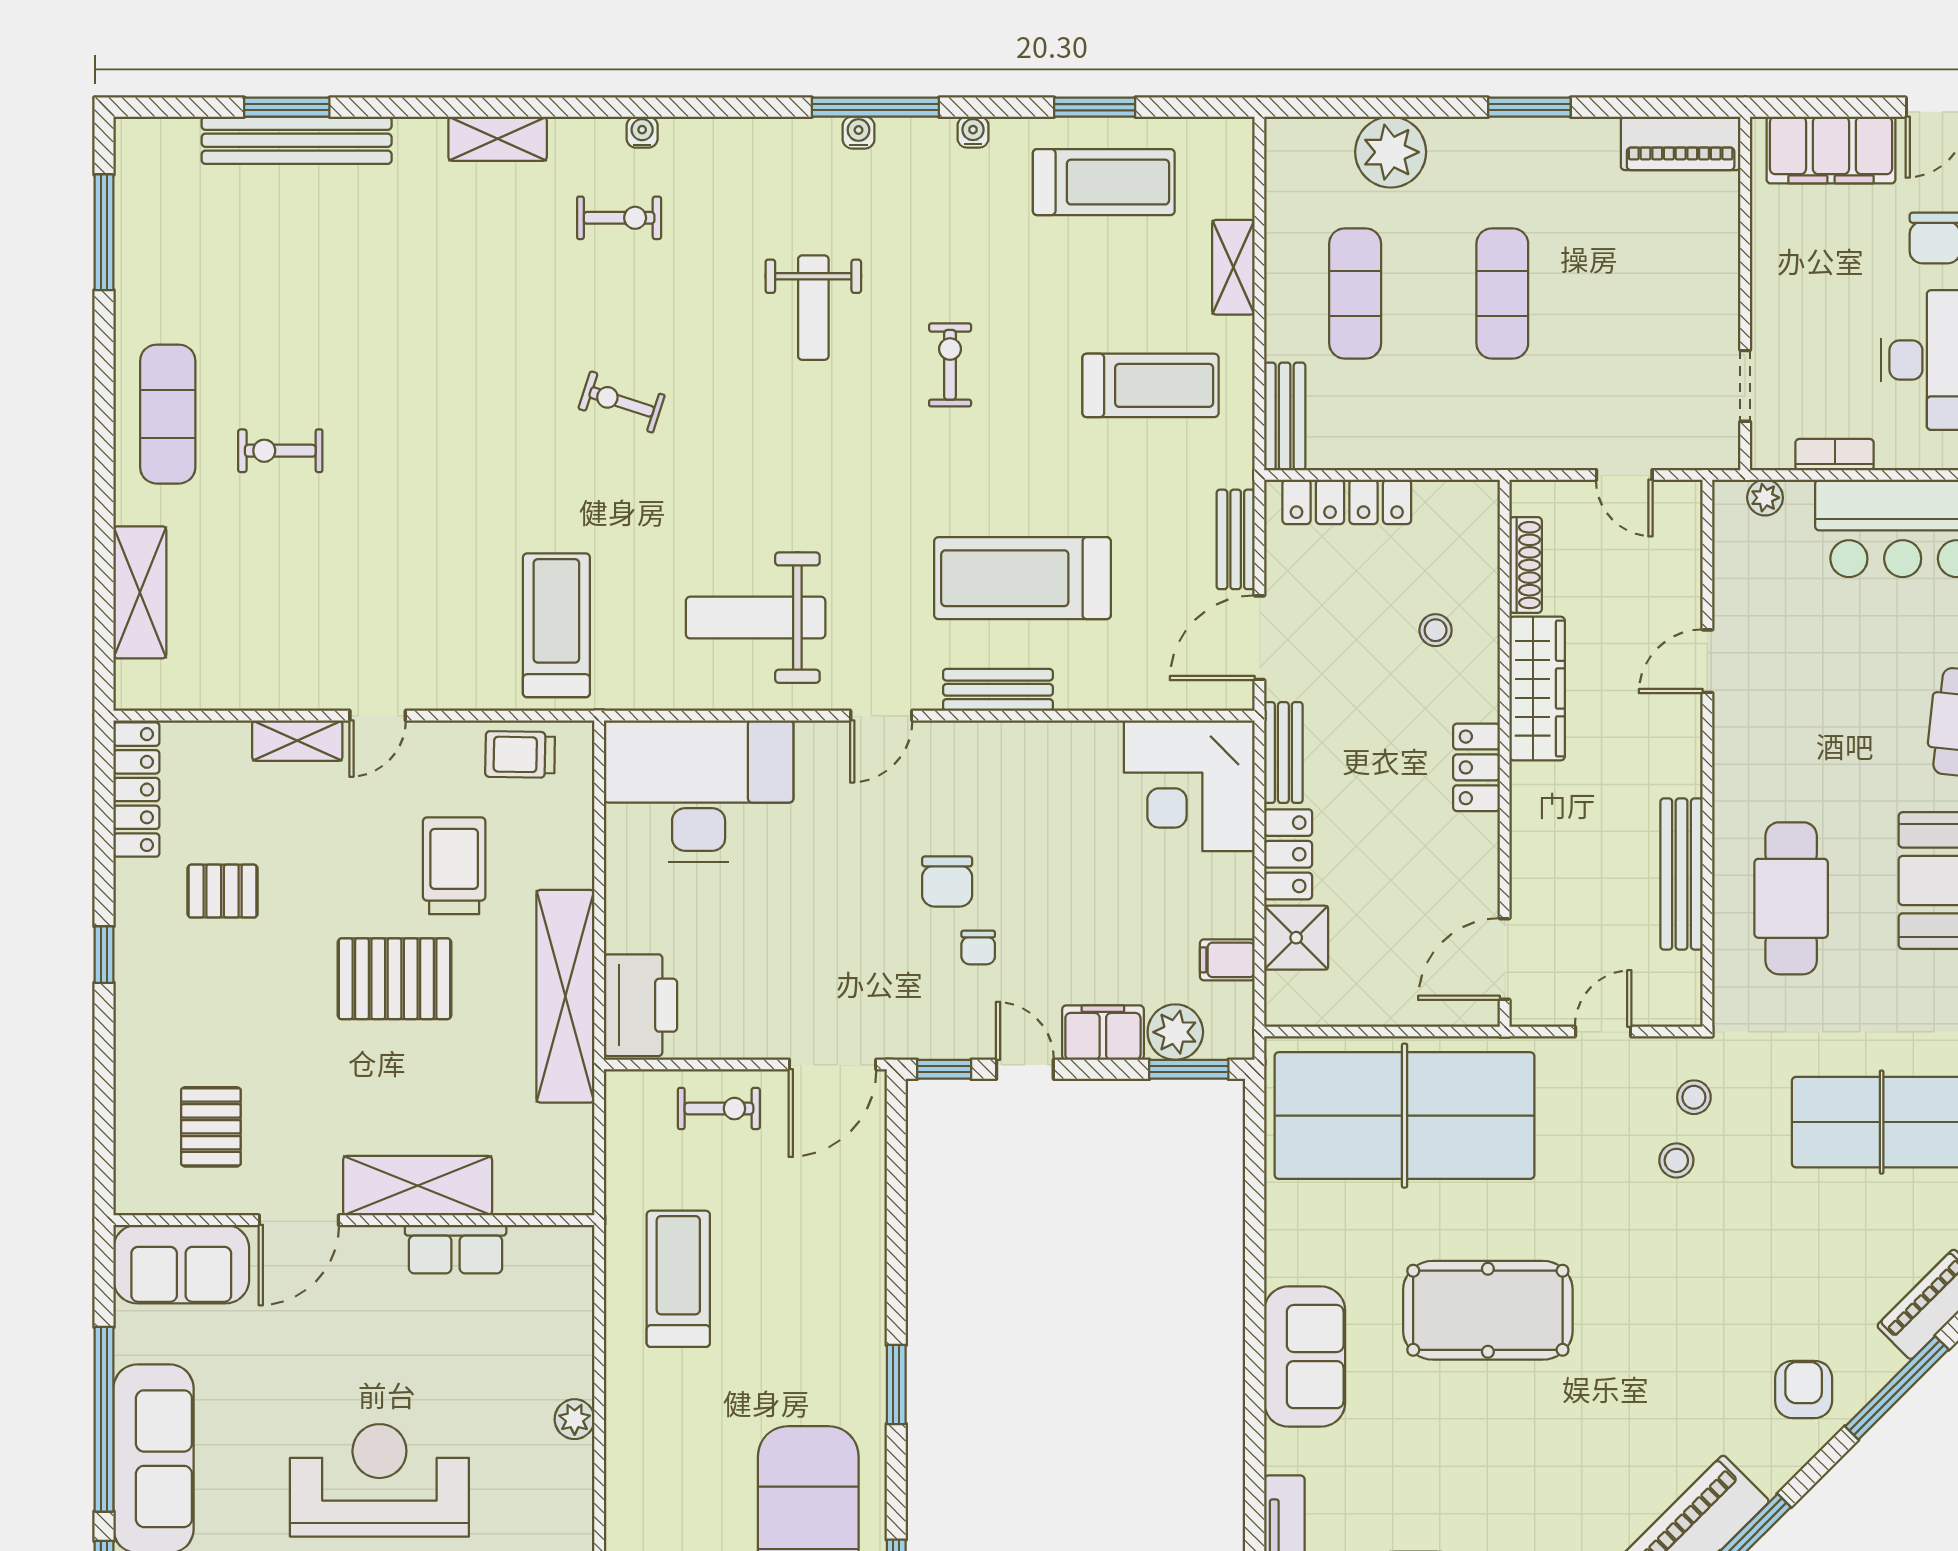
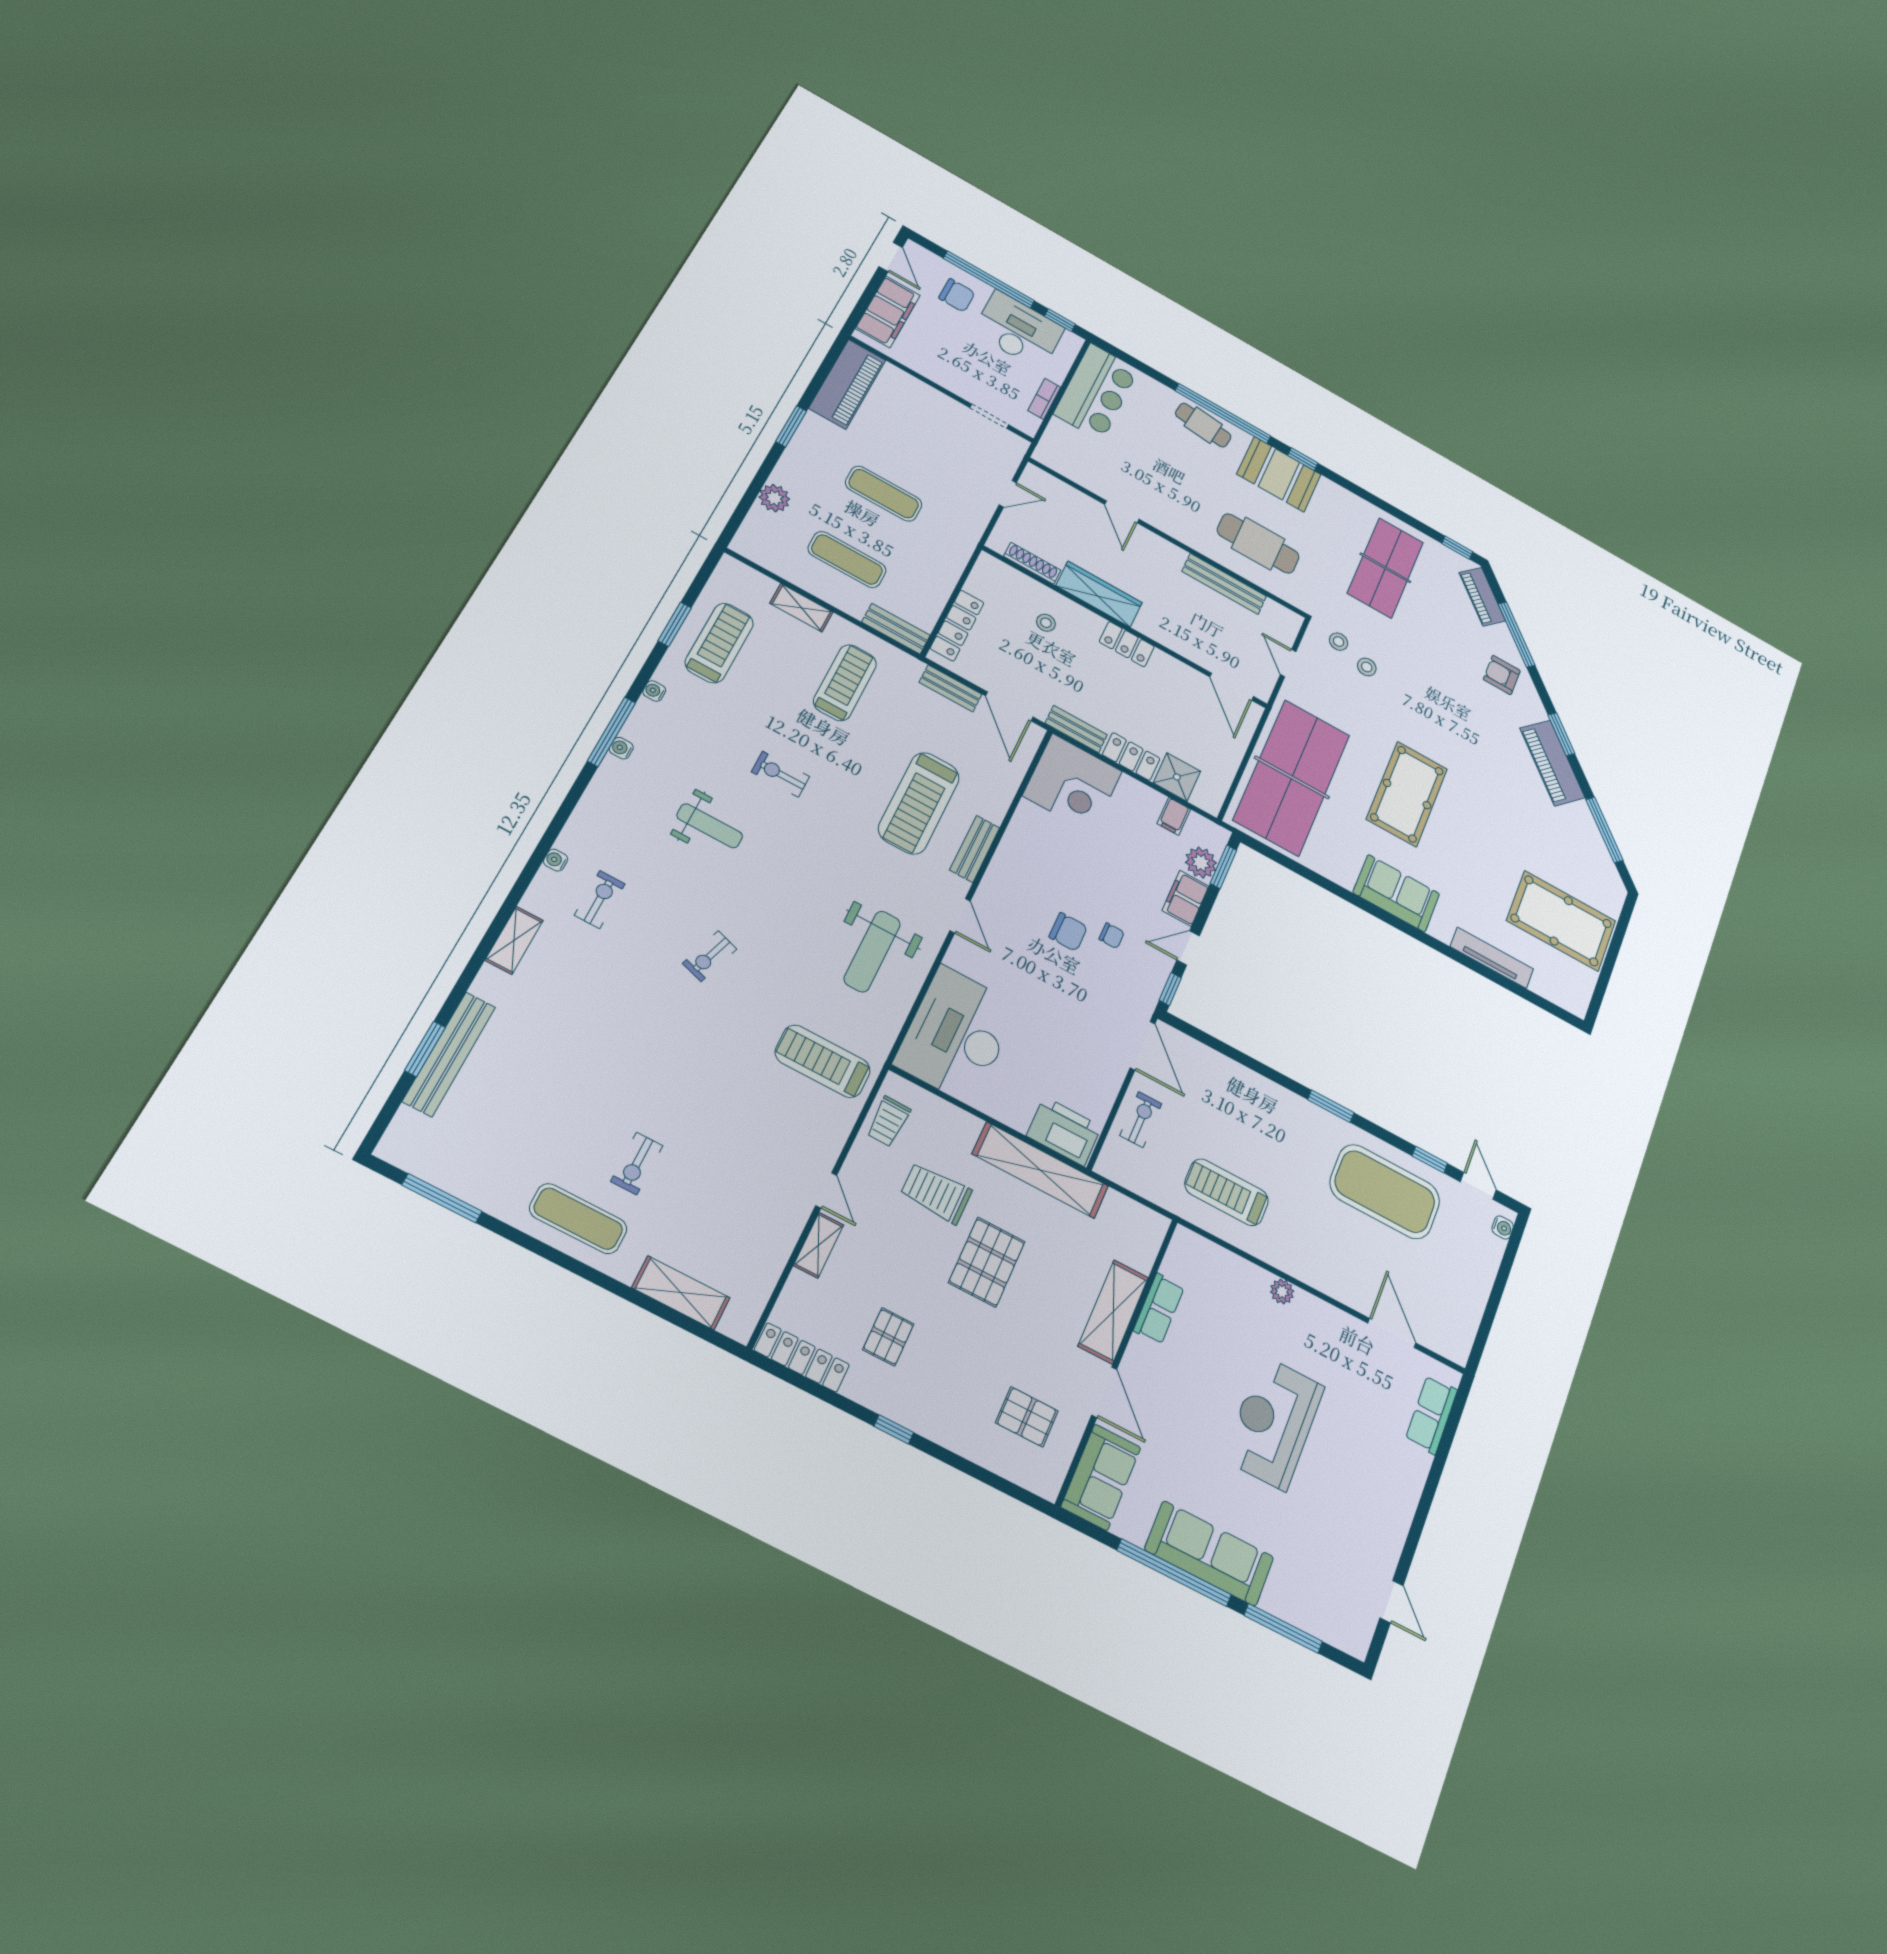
piano: (1681, 143) -> (847, 384), width x1.37, depth x1.33
plant: (1391, 152) -> (774, 498), width x0.73, depth x0.73
plant: (1765, 498) -> (1051, 440), removed

